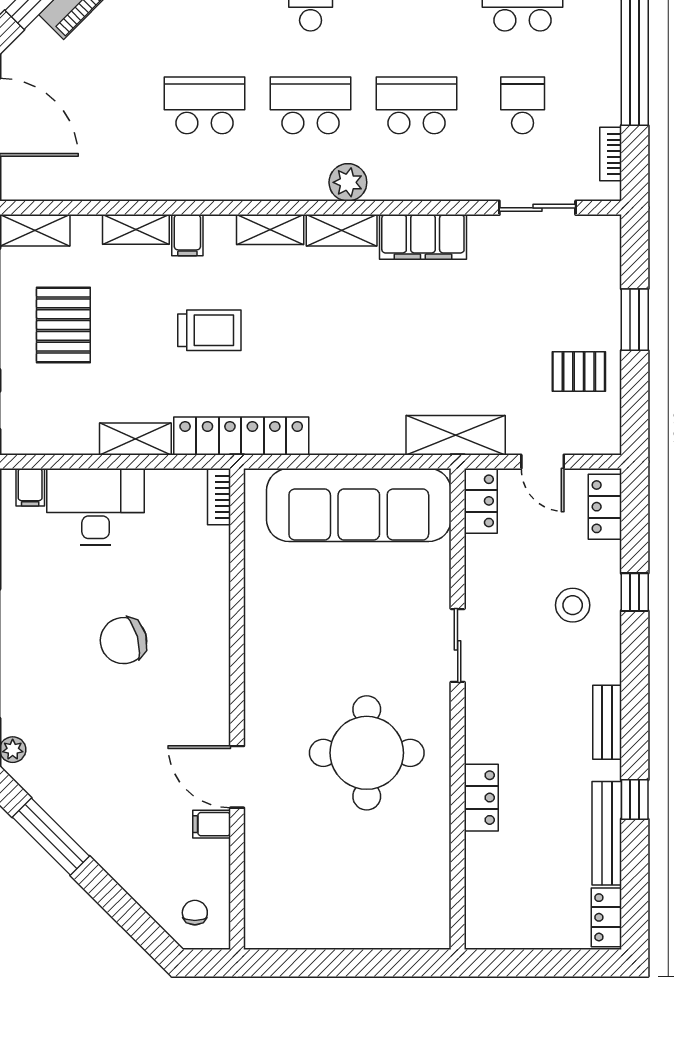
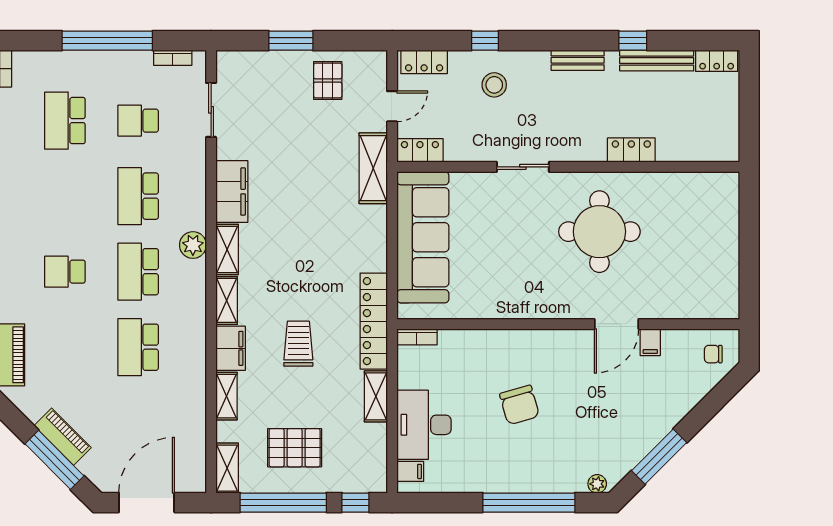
filing cabinet: (187, 235) -> (231, 348), width x2.00

